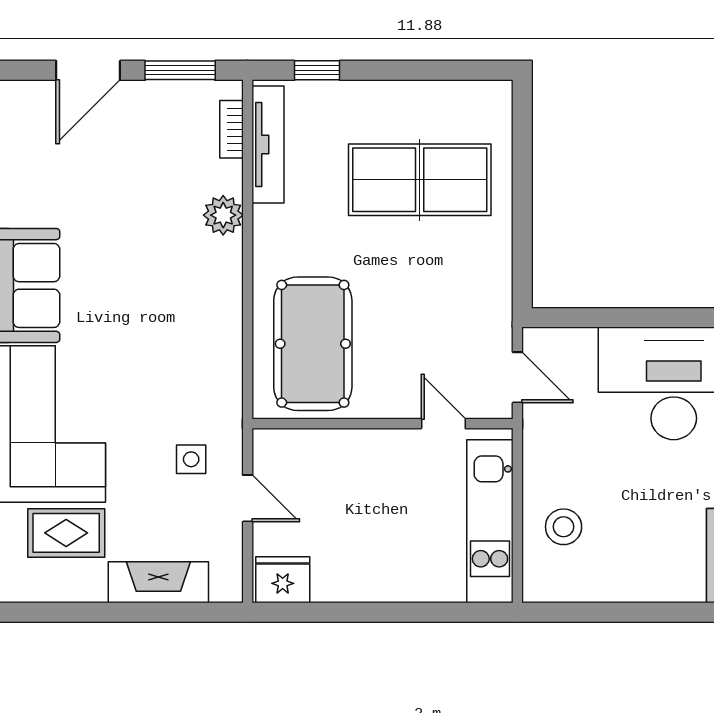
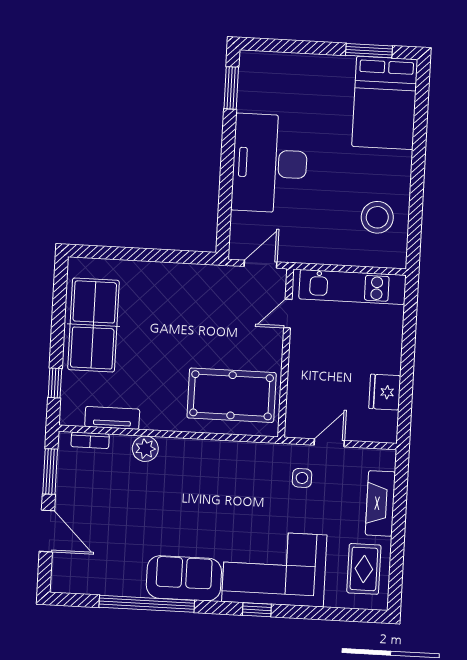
tv unit: (268, 144) -> (112, 418), width x0.71
table tennis table: (420, 180) -> (93, 325), moved
stool: (564, 527) -> (377, 217), moved, width x1.38, depth x1.38
rug: (66, 533) -> (364, 569), moved
fridge: (283, 580) -> (385, 392), moved

